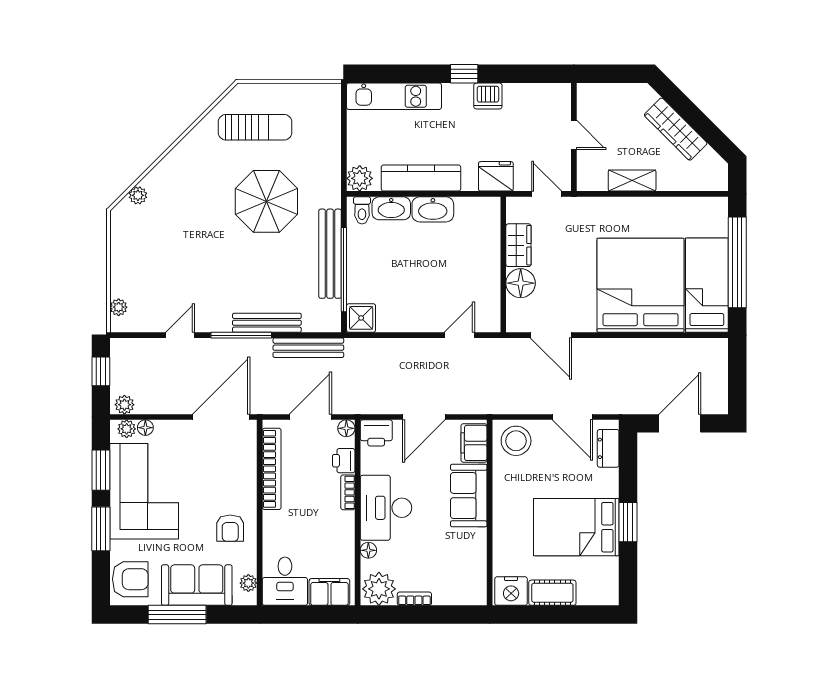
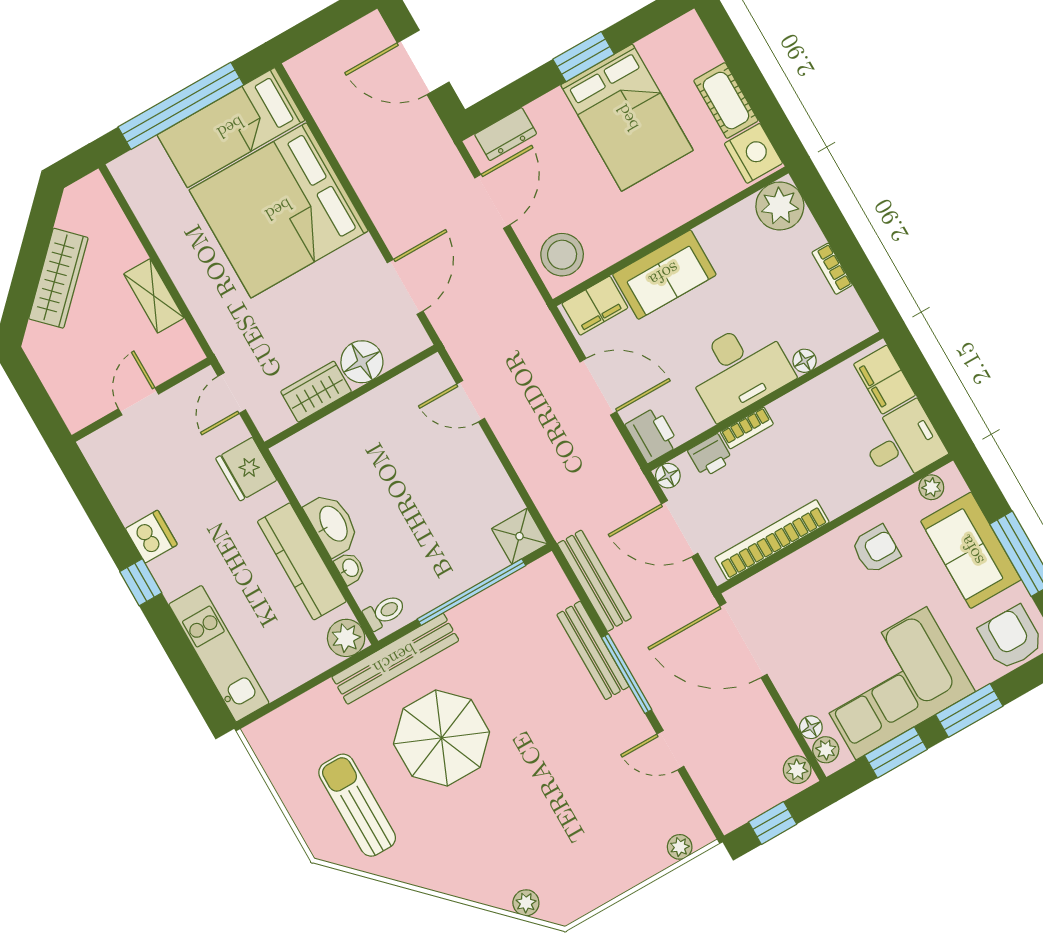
washbasin: (391, 208) -> (350, 568), width x0.52, depth x0.69
bench: (330, 254) -> (395, 659), moved
plant: (379, 589) -> (780, 206), moved

